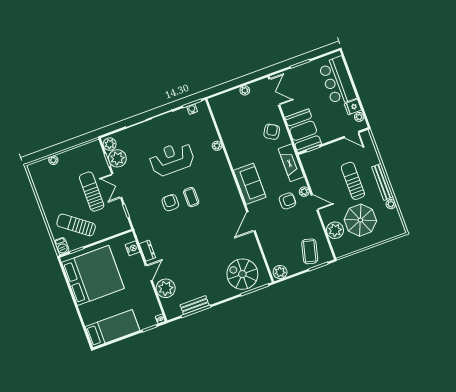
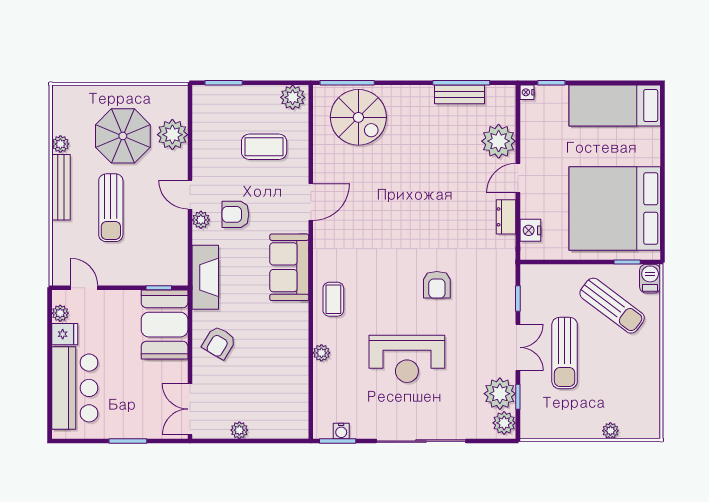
coffee table: (191, 197) -> (333, 299), moved
coffee table: (310, 251) -> (264, 147), moved, turned 76

